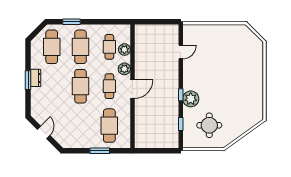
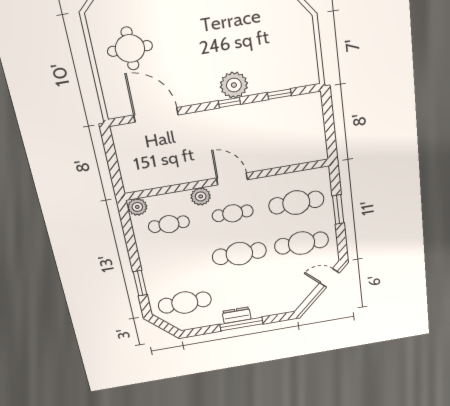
cafe table: (81, 47) -> (302, 243), moved
plant: (124, 50) -> (137, 207), moved
door: (181, 52) -> (156, 115), width x1.87
window: (28, 80) -> (241, 324), width x1.44
round table: (209, 125) -> (130, 49), moved
door: (44, 132) -> (329, 278), moved

